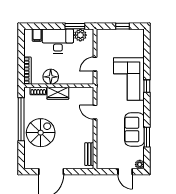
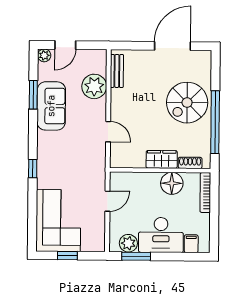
corner sofa: (129, 79) -> (58, 221), moved
plant: (105, 143) -> (94, 86), added
door: (125, 172) -> (65, 45), swing flipped

